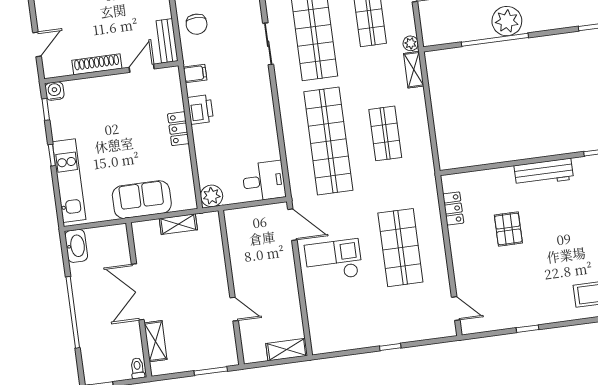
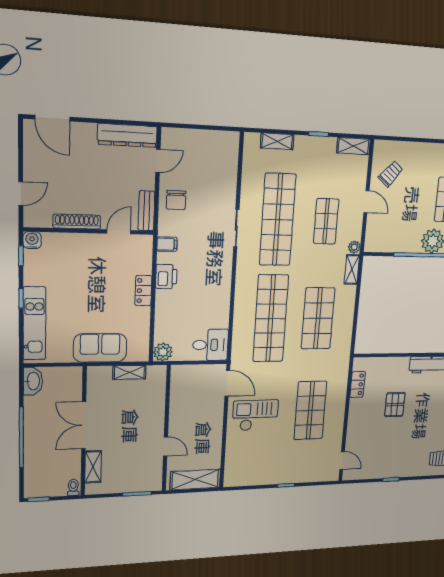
shop shelf: (385, 133) -> (318, 318), width x1.43, depth x1.36
shelving: (287, 350) -> (195, 480), width x1.50, depth x1.33

